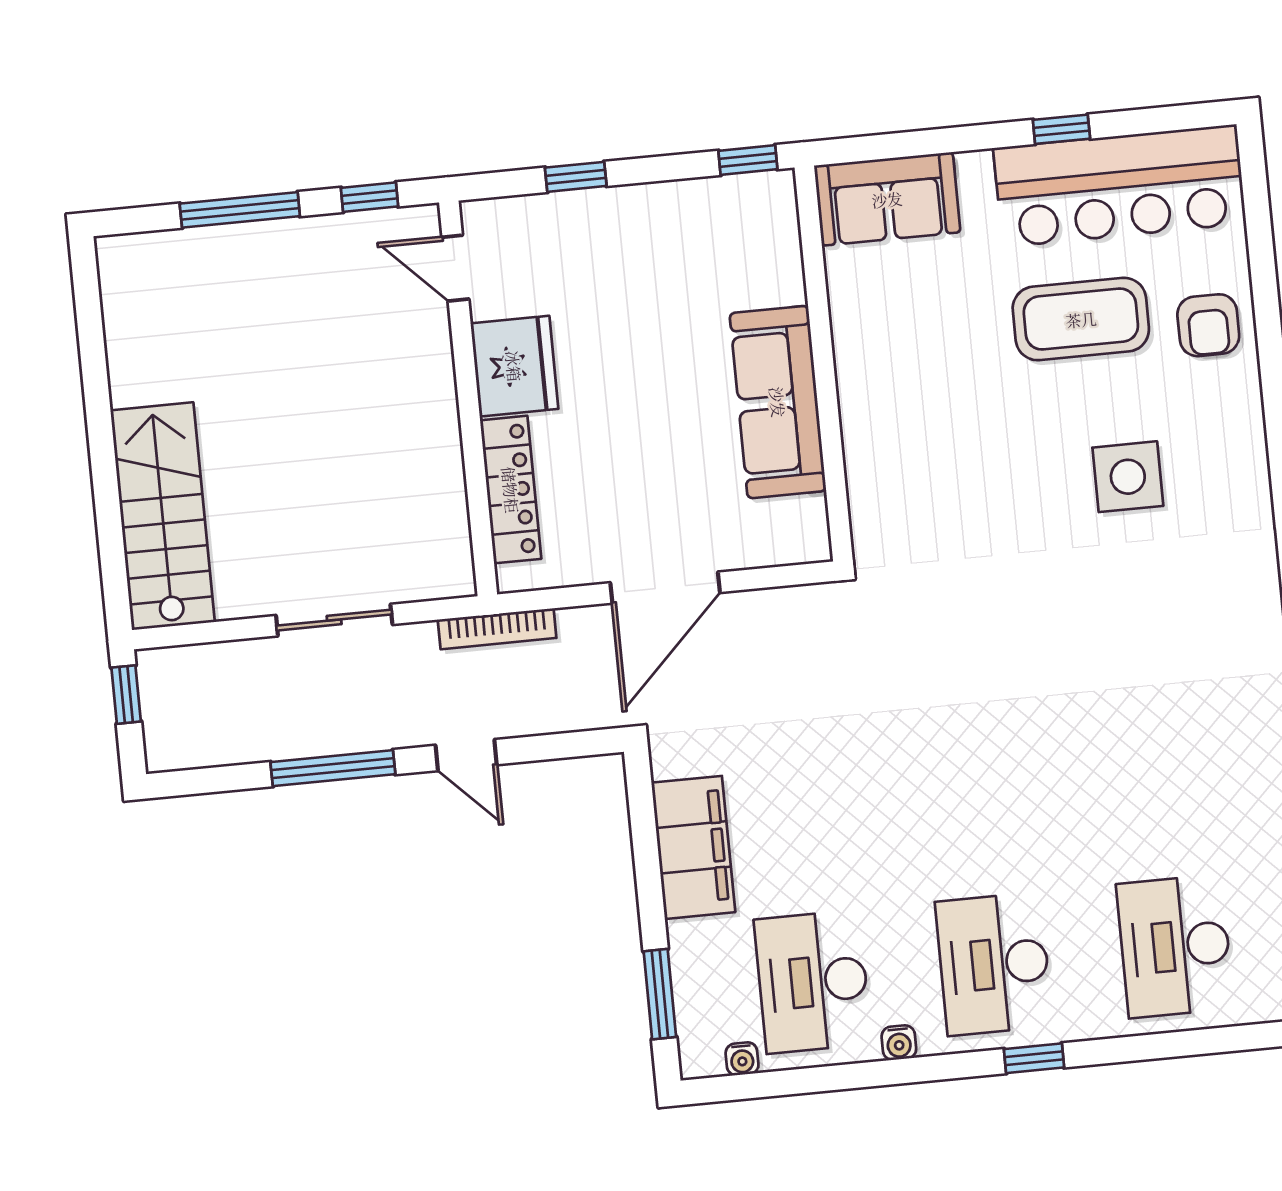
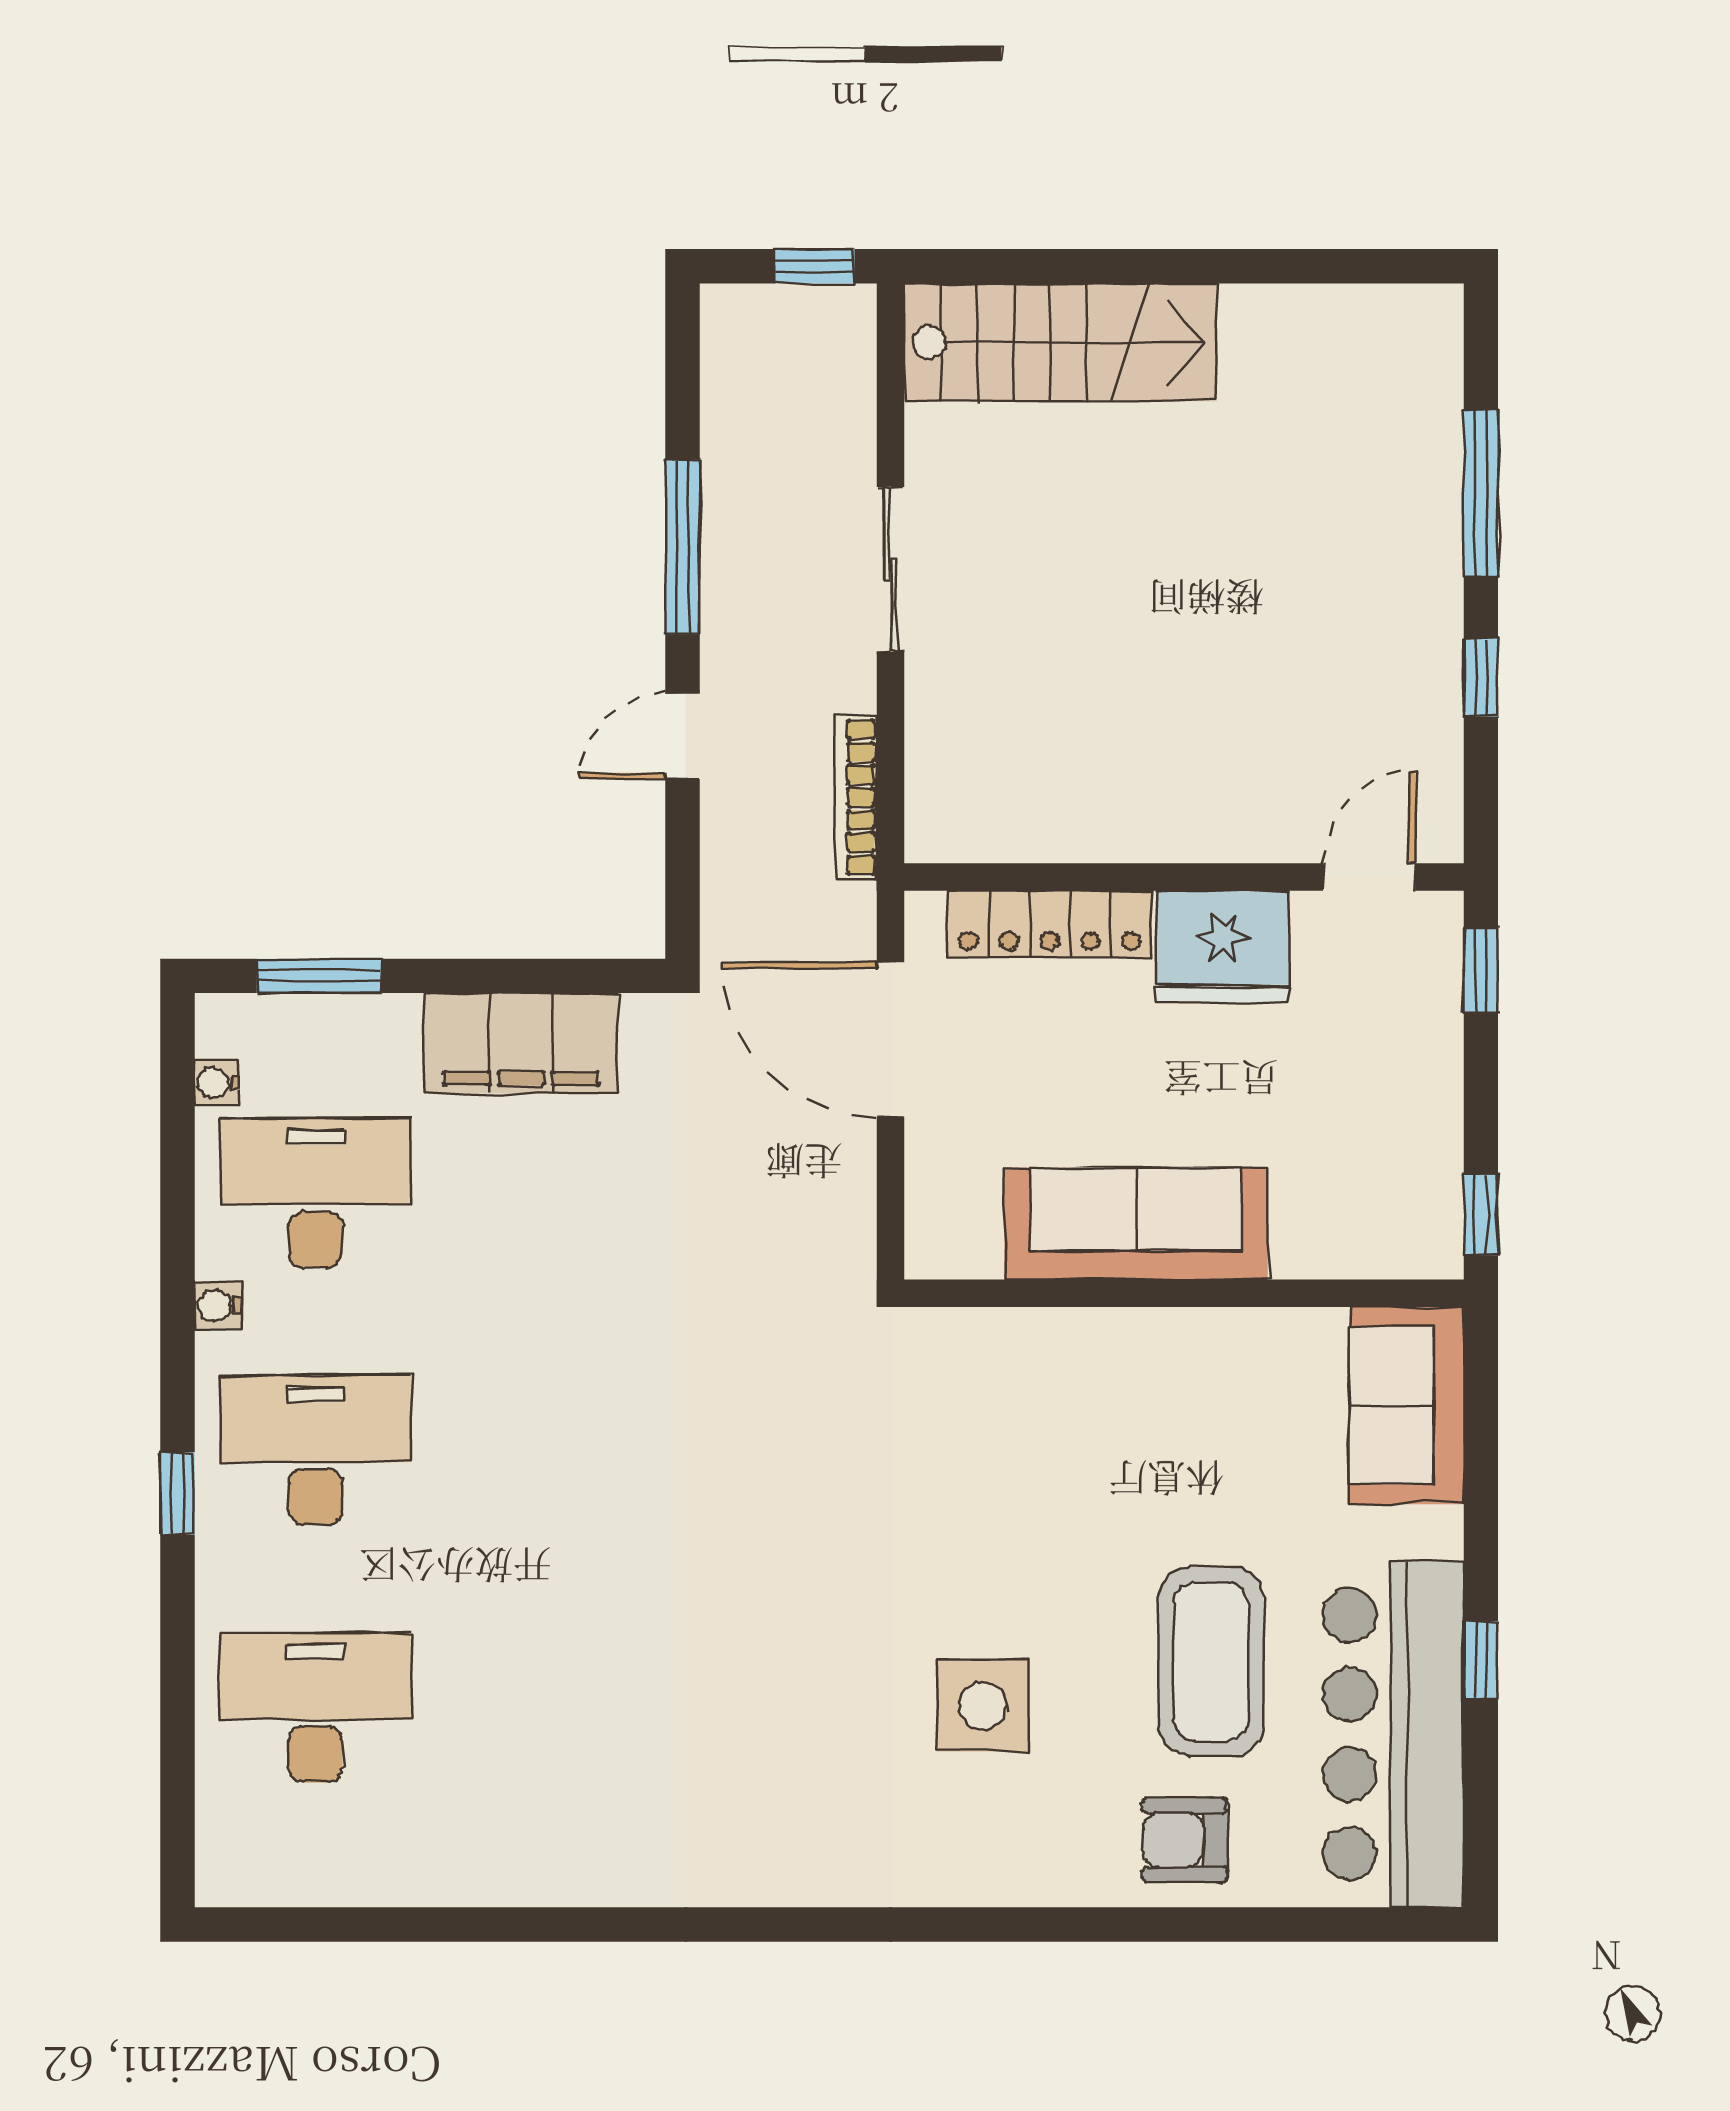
door: (455, 268) -> (1369, 877), moved
fridge: (514, 366) -> (1223, 947), moved
wall: (468, 398) -> (1184, 877), moved
locker: (511, 490) -> (1050, 924), moved

